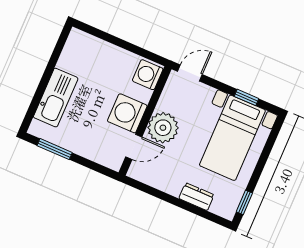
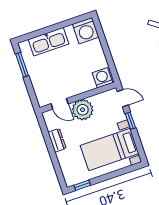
window: (247, 97) -> (130, 121), moved
washing machine: (127, 113) -> (86, 31), moved, turned 180
dresser: (196, 197) -> (57, 140), moved

